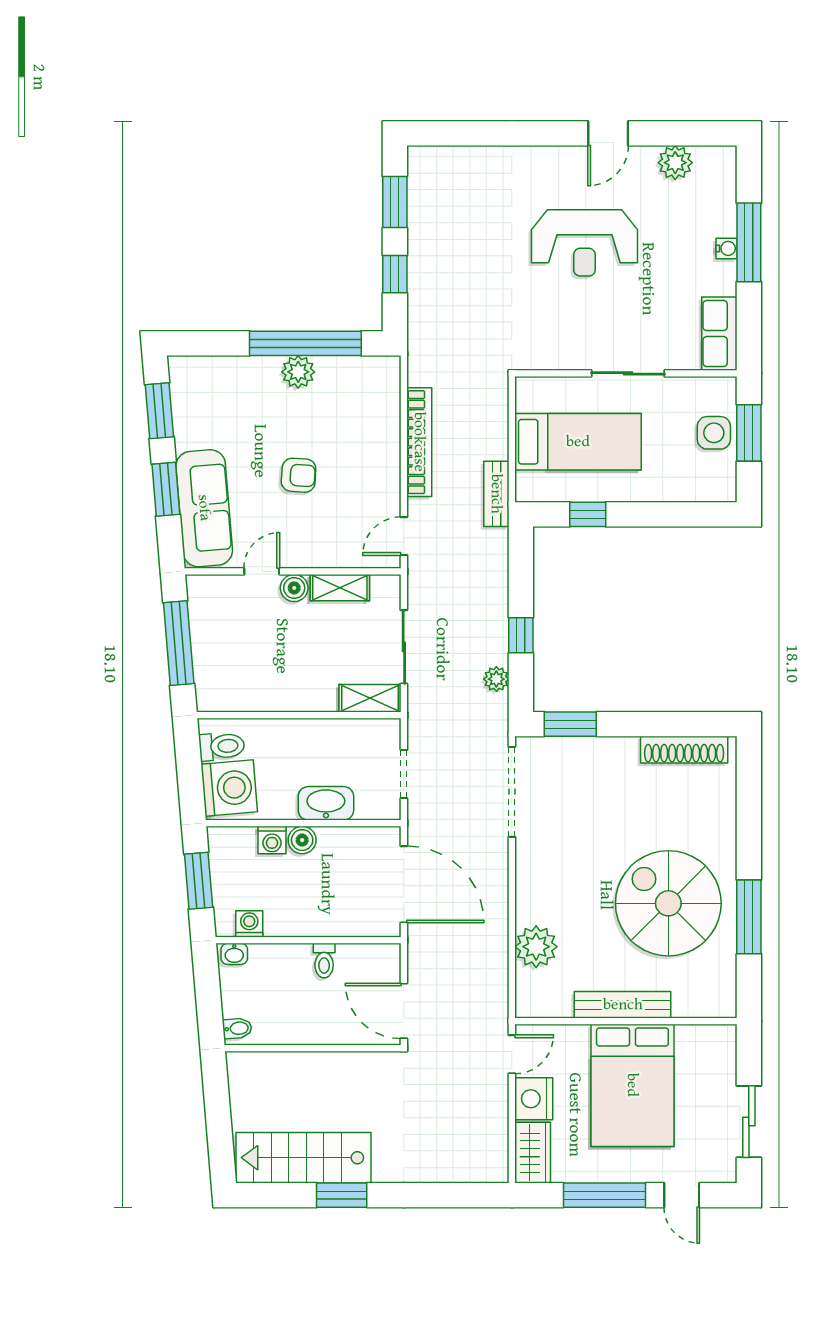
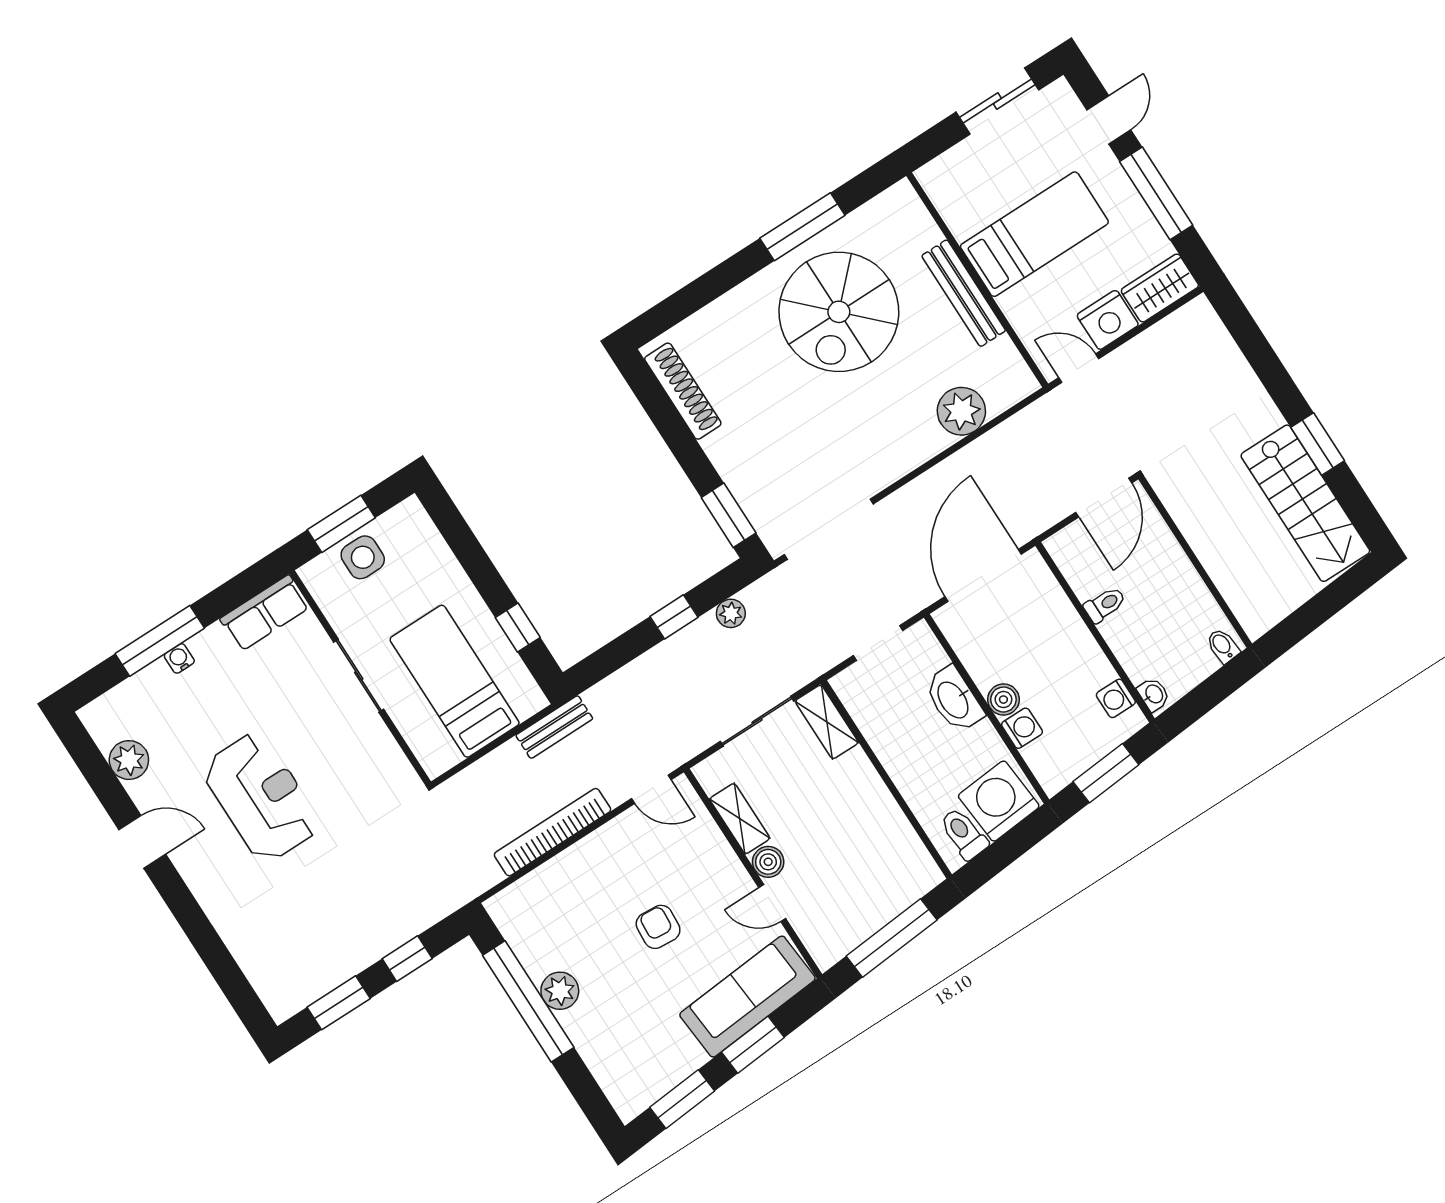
bed: (632, 1085) -> (1034, 234), width x0.67

